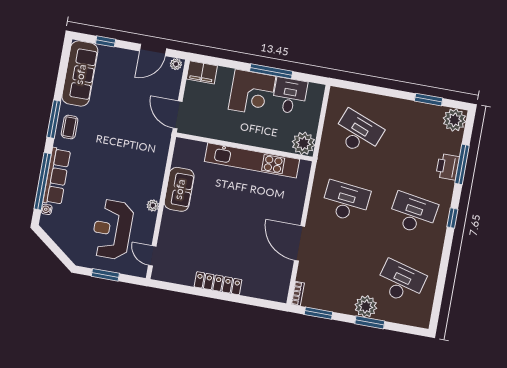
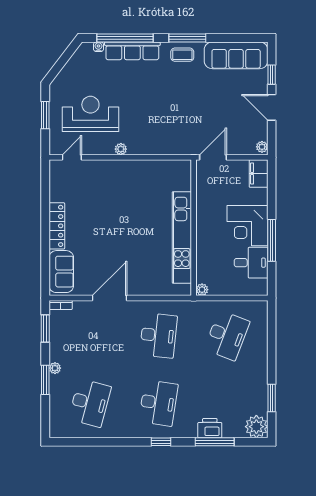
door: (153, 50) -> (272, 107), moved
plant: (303, 143) -> (202, 290), width x0.53, depth x0.53
sofa: (179, 189) -> (61, 272), moved, turned -90
plant: (366, 306) -> (55, 368), width x0.53, depth x0.53

